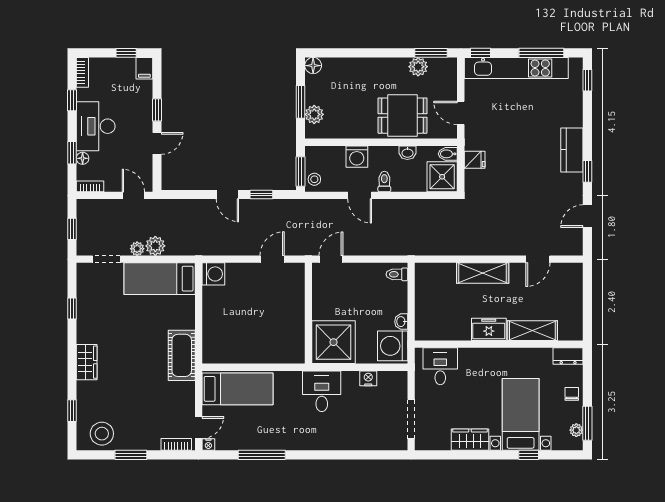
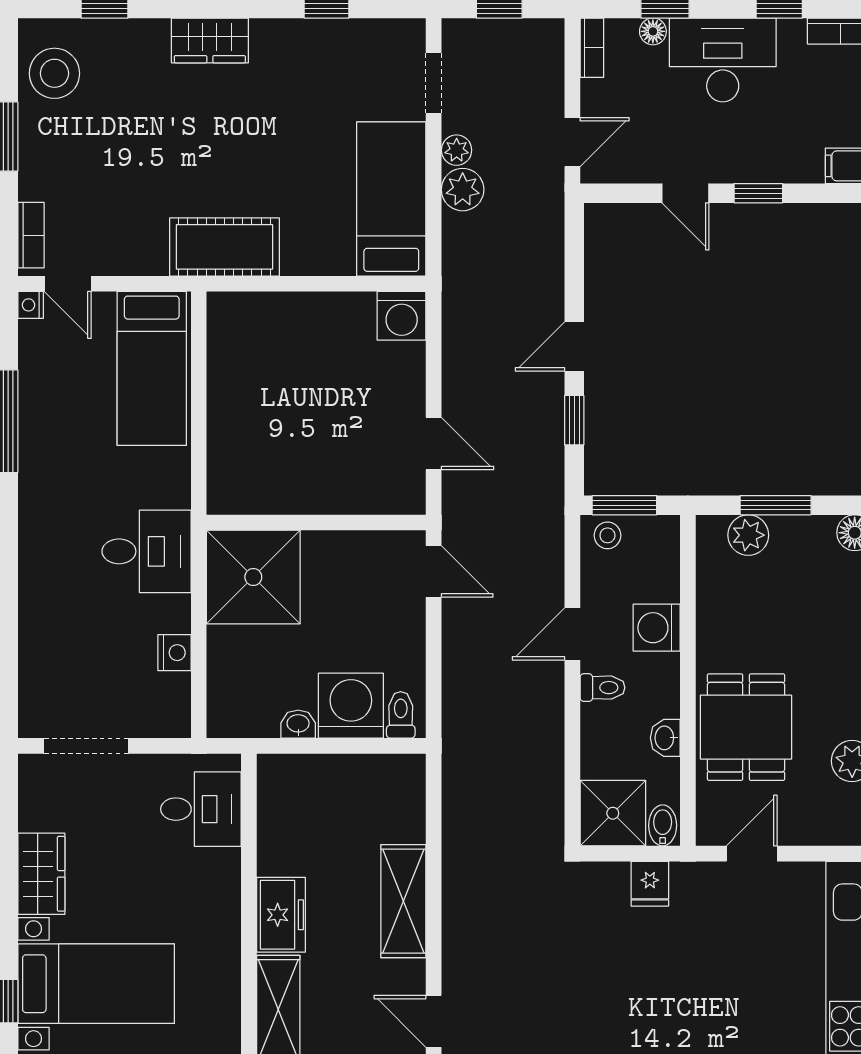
washing machine: (393, 346) -> (351, 706), moved

